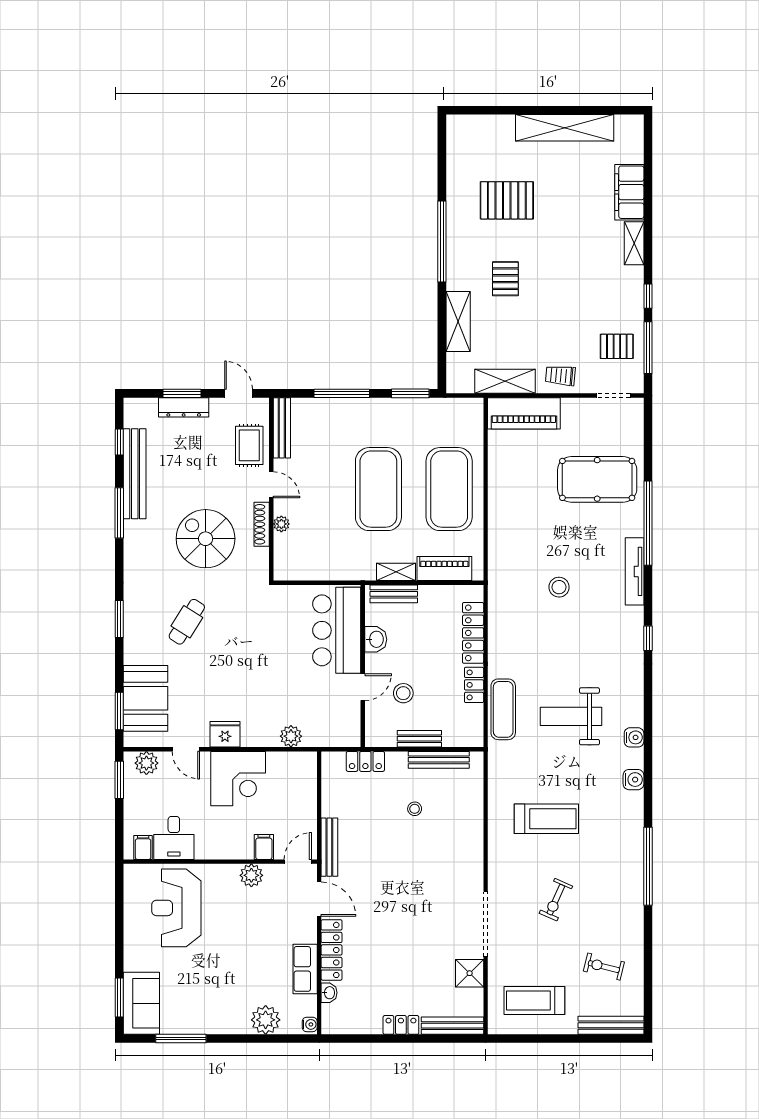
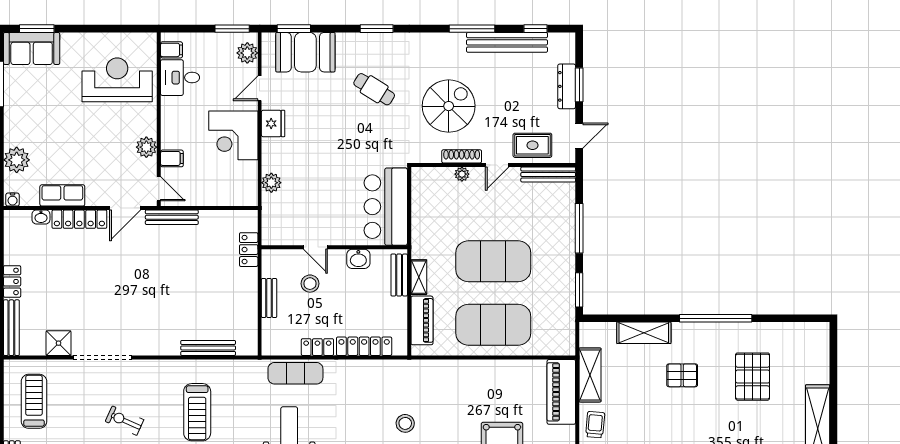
bar counter: (337, 630) -> (386, 207), moved, turned -90
bench: (439, 760) -> (208, 348), moved, turned 90
stool: (415, 809) -> (206, 294), removed

